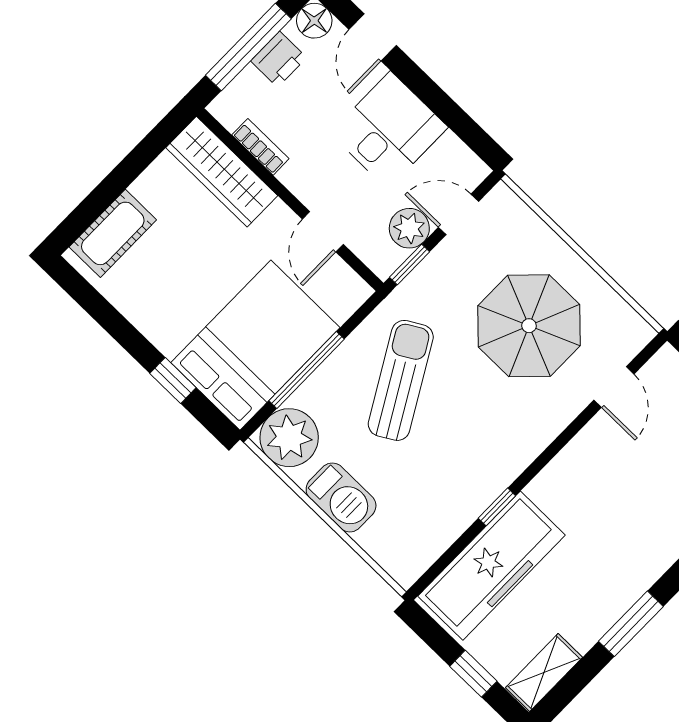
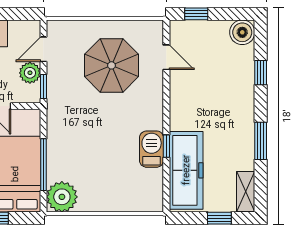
sun lounger: (401, 380) -> (83, 134), removed
barbecue: (341, 497) -> (152, 149), moved, turned -90

